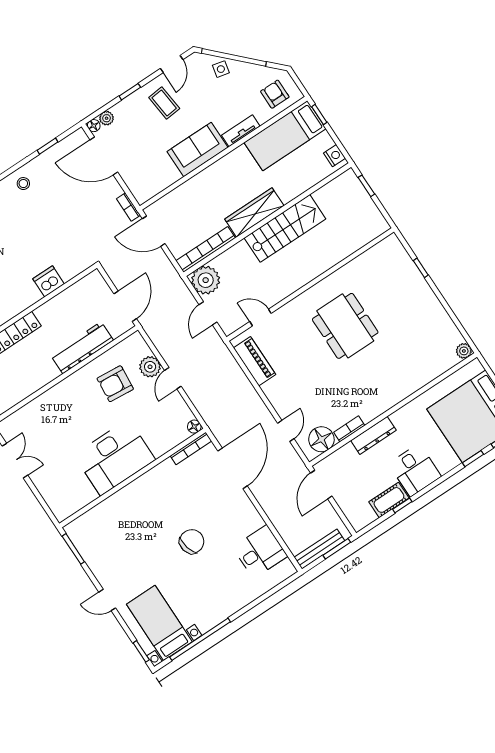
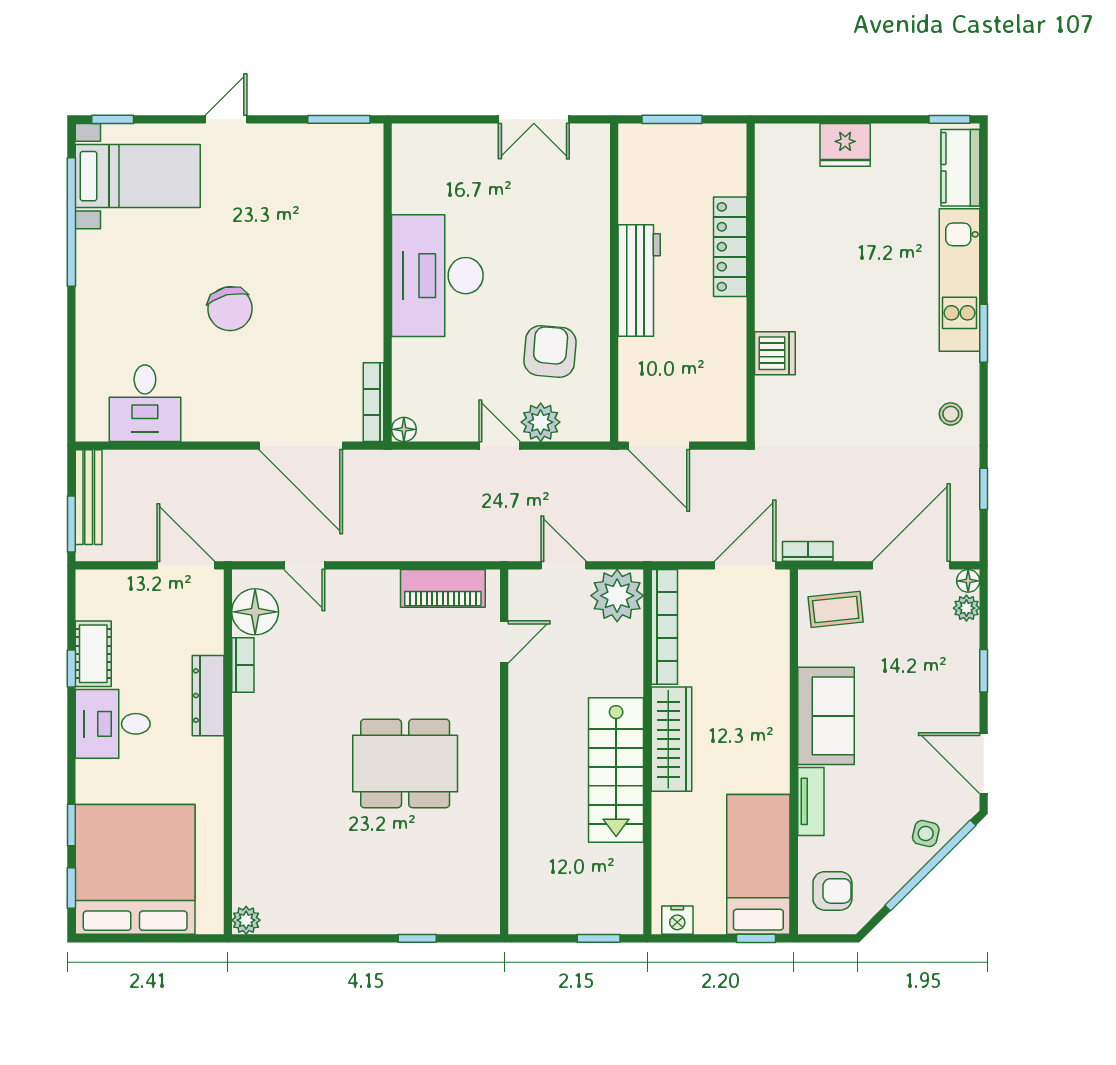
door: (172, 64) -> (984, 763), width x1.38
coffee table: (164, 103) -> (836, 609), moved
workbench: (82, 348) -> (639, 281), moved

